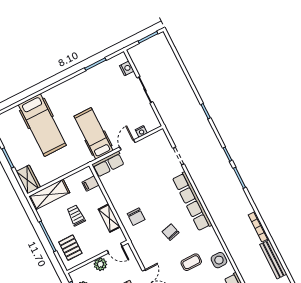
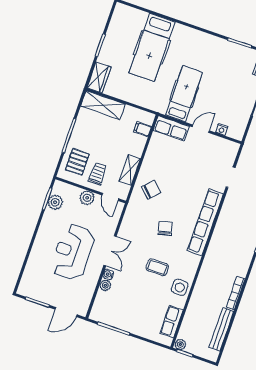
trolley: (76, 215) -> (98, 174), moved
chair: (136, 217) -> (151, 190), turned -136

